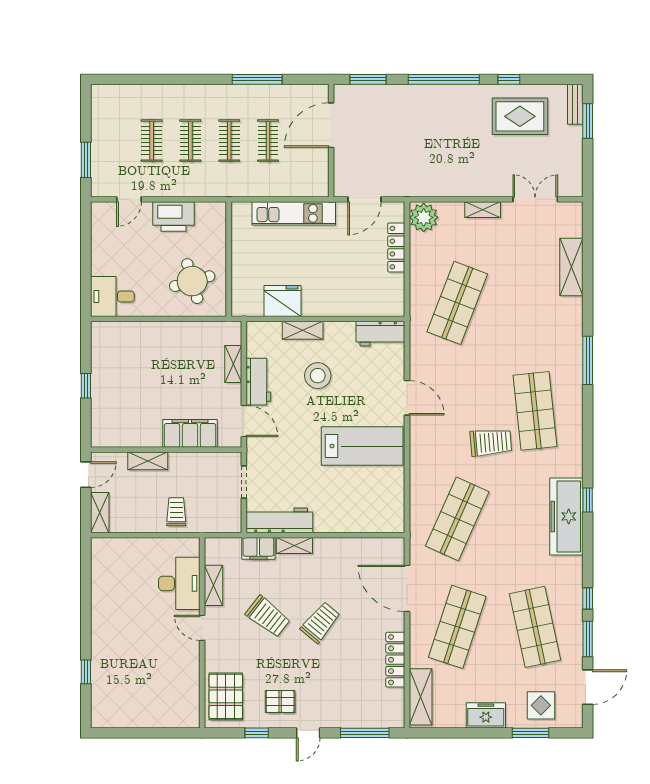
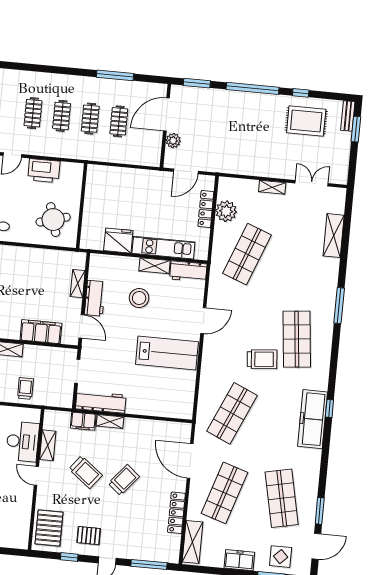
plant: (344, 160) -> (173, 141), added
kitchen unit: (294, 213) -> (163, 248), moved, turned 180
plant: (424, 217) -> (226, 211), moved
shelving: (303, 330) -> (155, 266), moved
door: (407, 398) -> (203, 321), hinge flipped
window: (588, 598) -> (323, 481), removed

